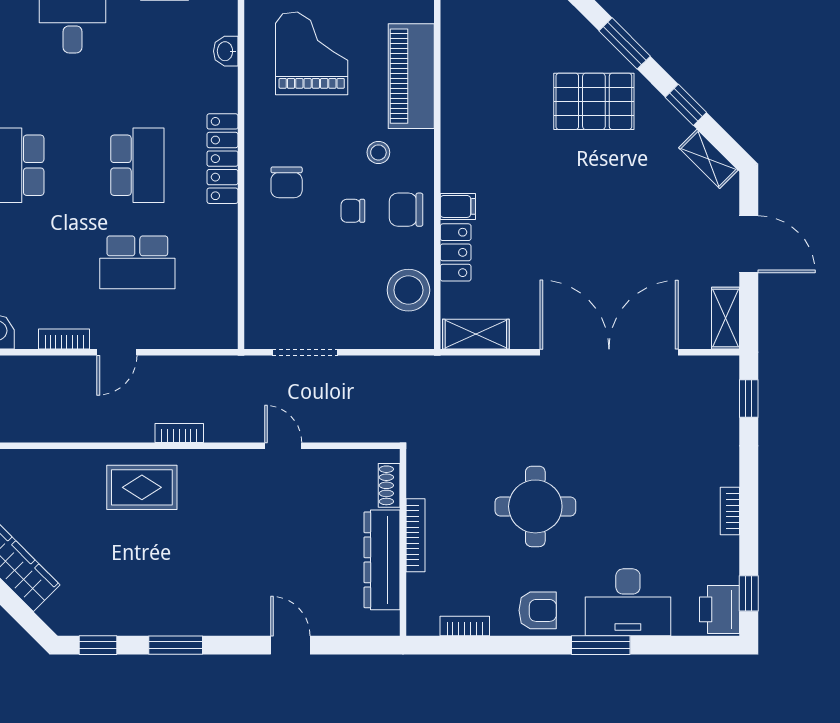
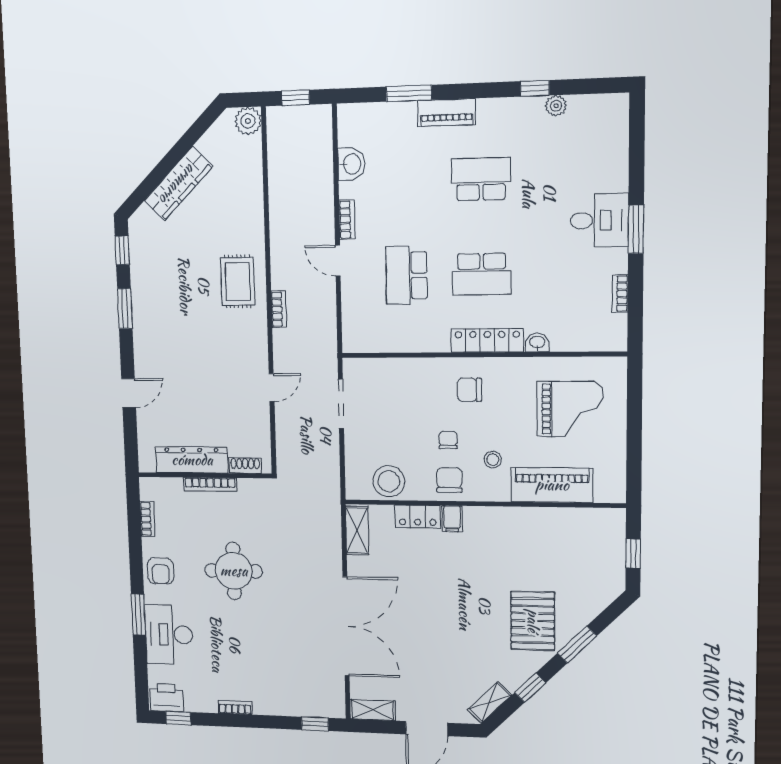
washbasin: (226, 51) -> (537, 343), moved

